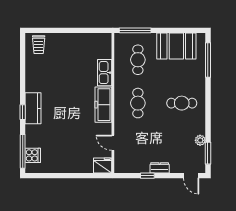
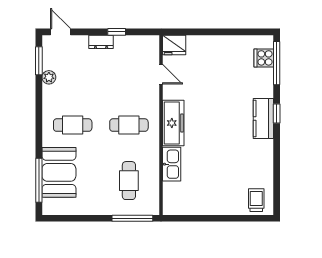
booth: (176, 46) -> (59, 172), moved, turned 90
cafe table: (138, 103) -> (129, 125), turned 90

